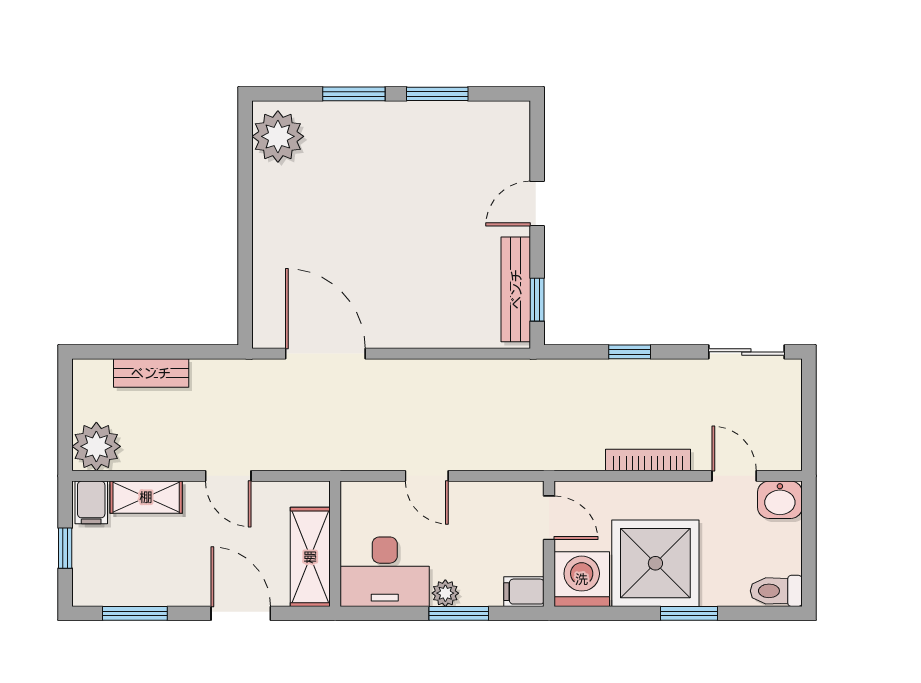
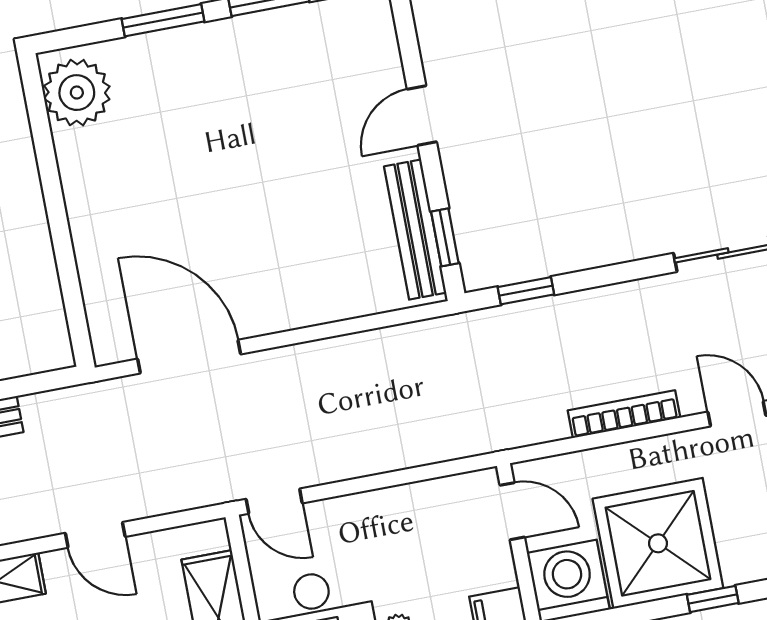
window: (630, 352) -> (526, 291), moved
door: (427, 476) -> (274, 501), moved
window: (689, 613) -> (713, 599), width x0.67

